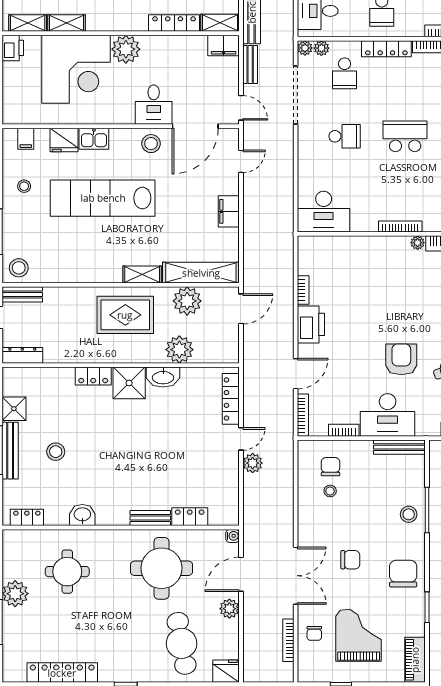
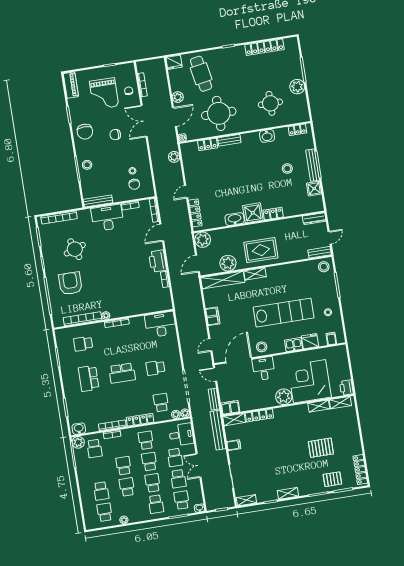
plant: (179, 350) -> (203, 240), moved
armchair: (401, 359) -> (105, 250), removed
plant: (253, 463) -> (174, 157), moved

